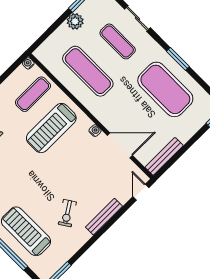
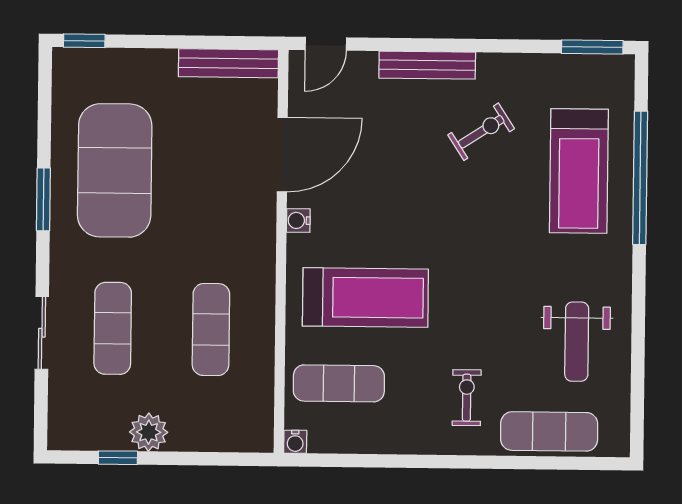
exercise mat: (88, 71) -> (211, 330), width x0.73, depth x0.69
door: (120, 145) -> (282, 155), swing flipped

